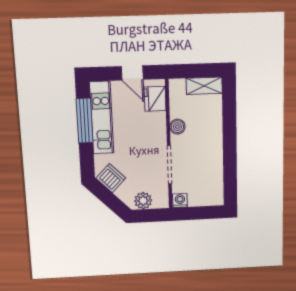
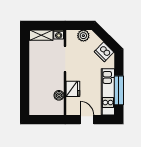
shelving: (204, 86) -> (41, 35), moved
fridge: (155, 99) -> (73, 89), moved
boiler: (177, 127) -> (59, 95), moved

